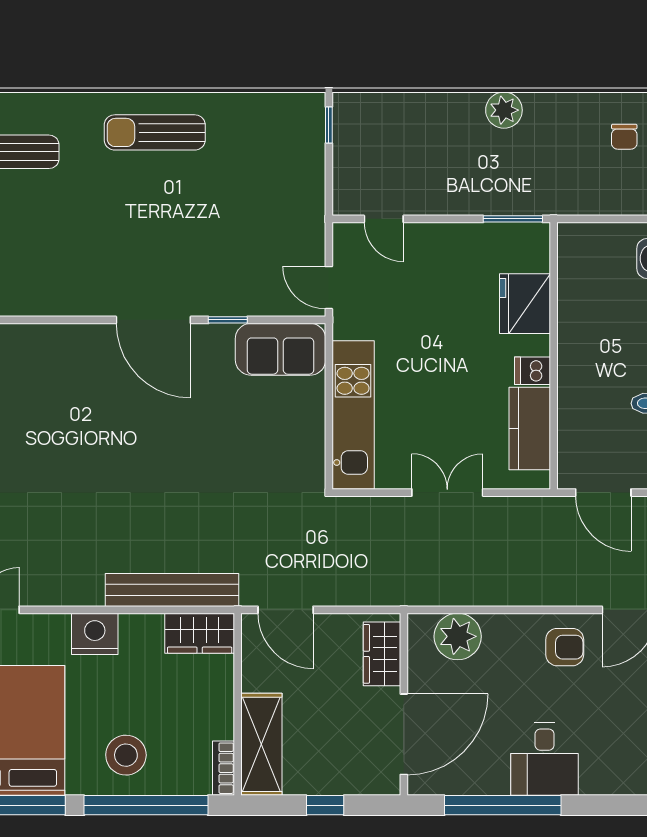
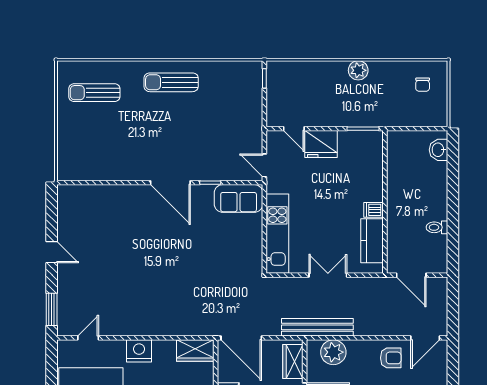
fridge: (525, 304) -> (321, 144), moved, turned -90
bench: (172, 590) -> (317, 327), moved
door: (286, 610) -> (241, 338), width x1.36

